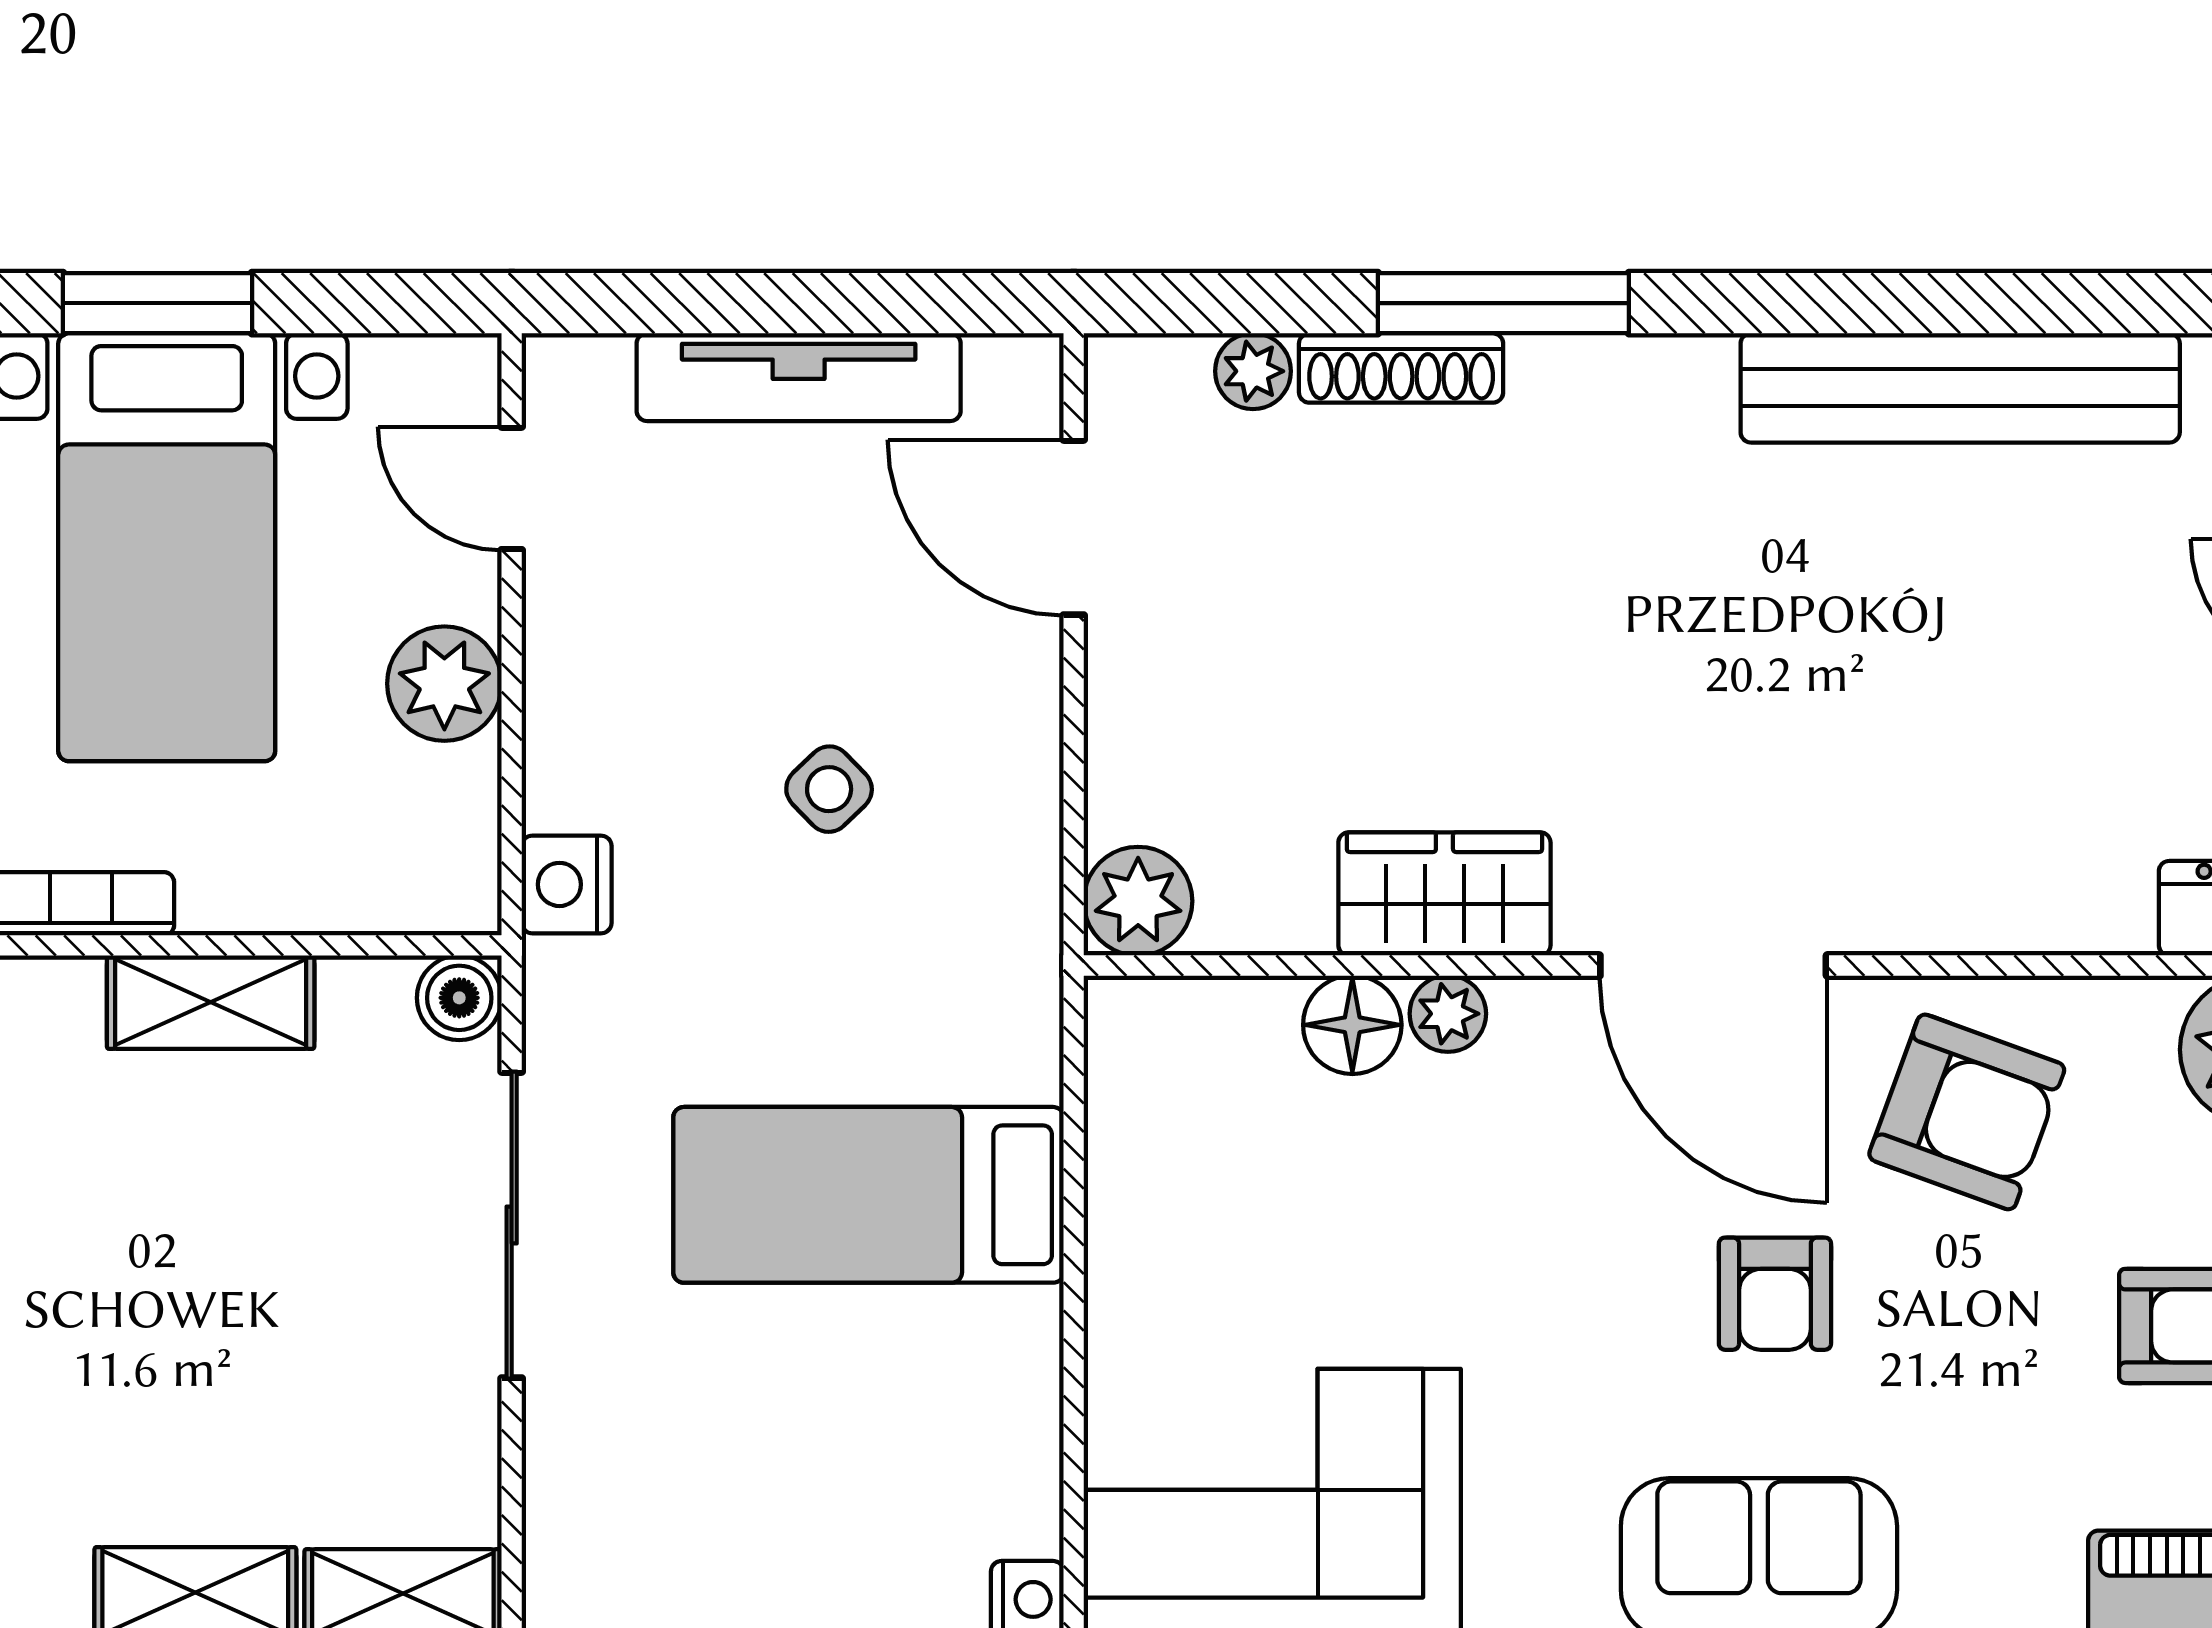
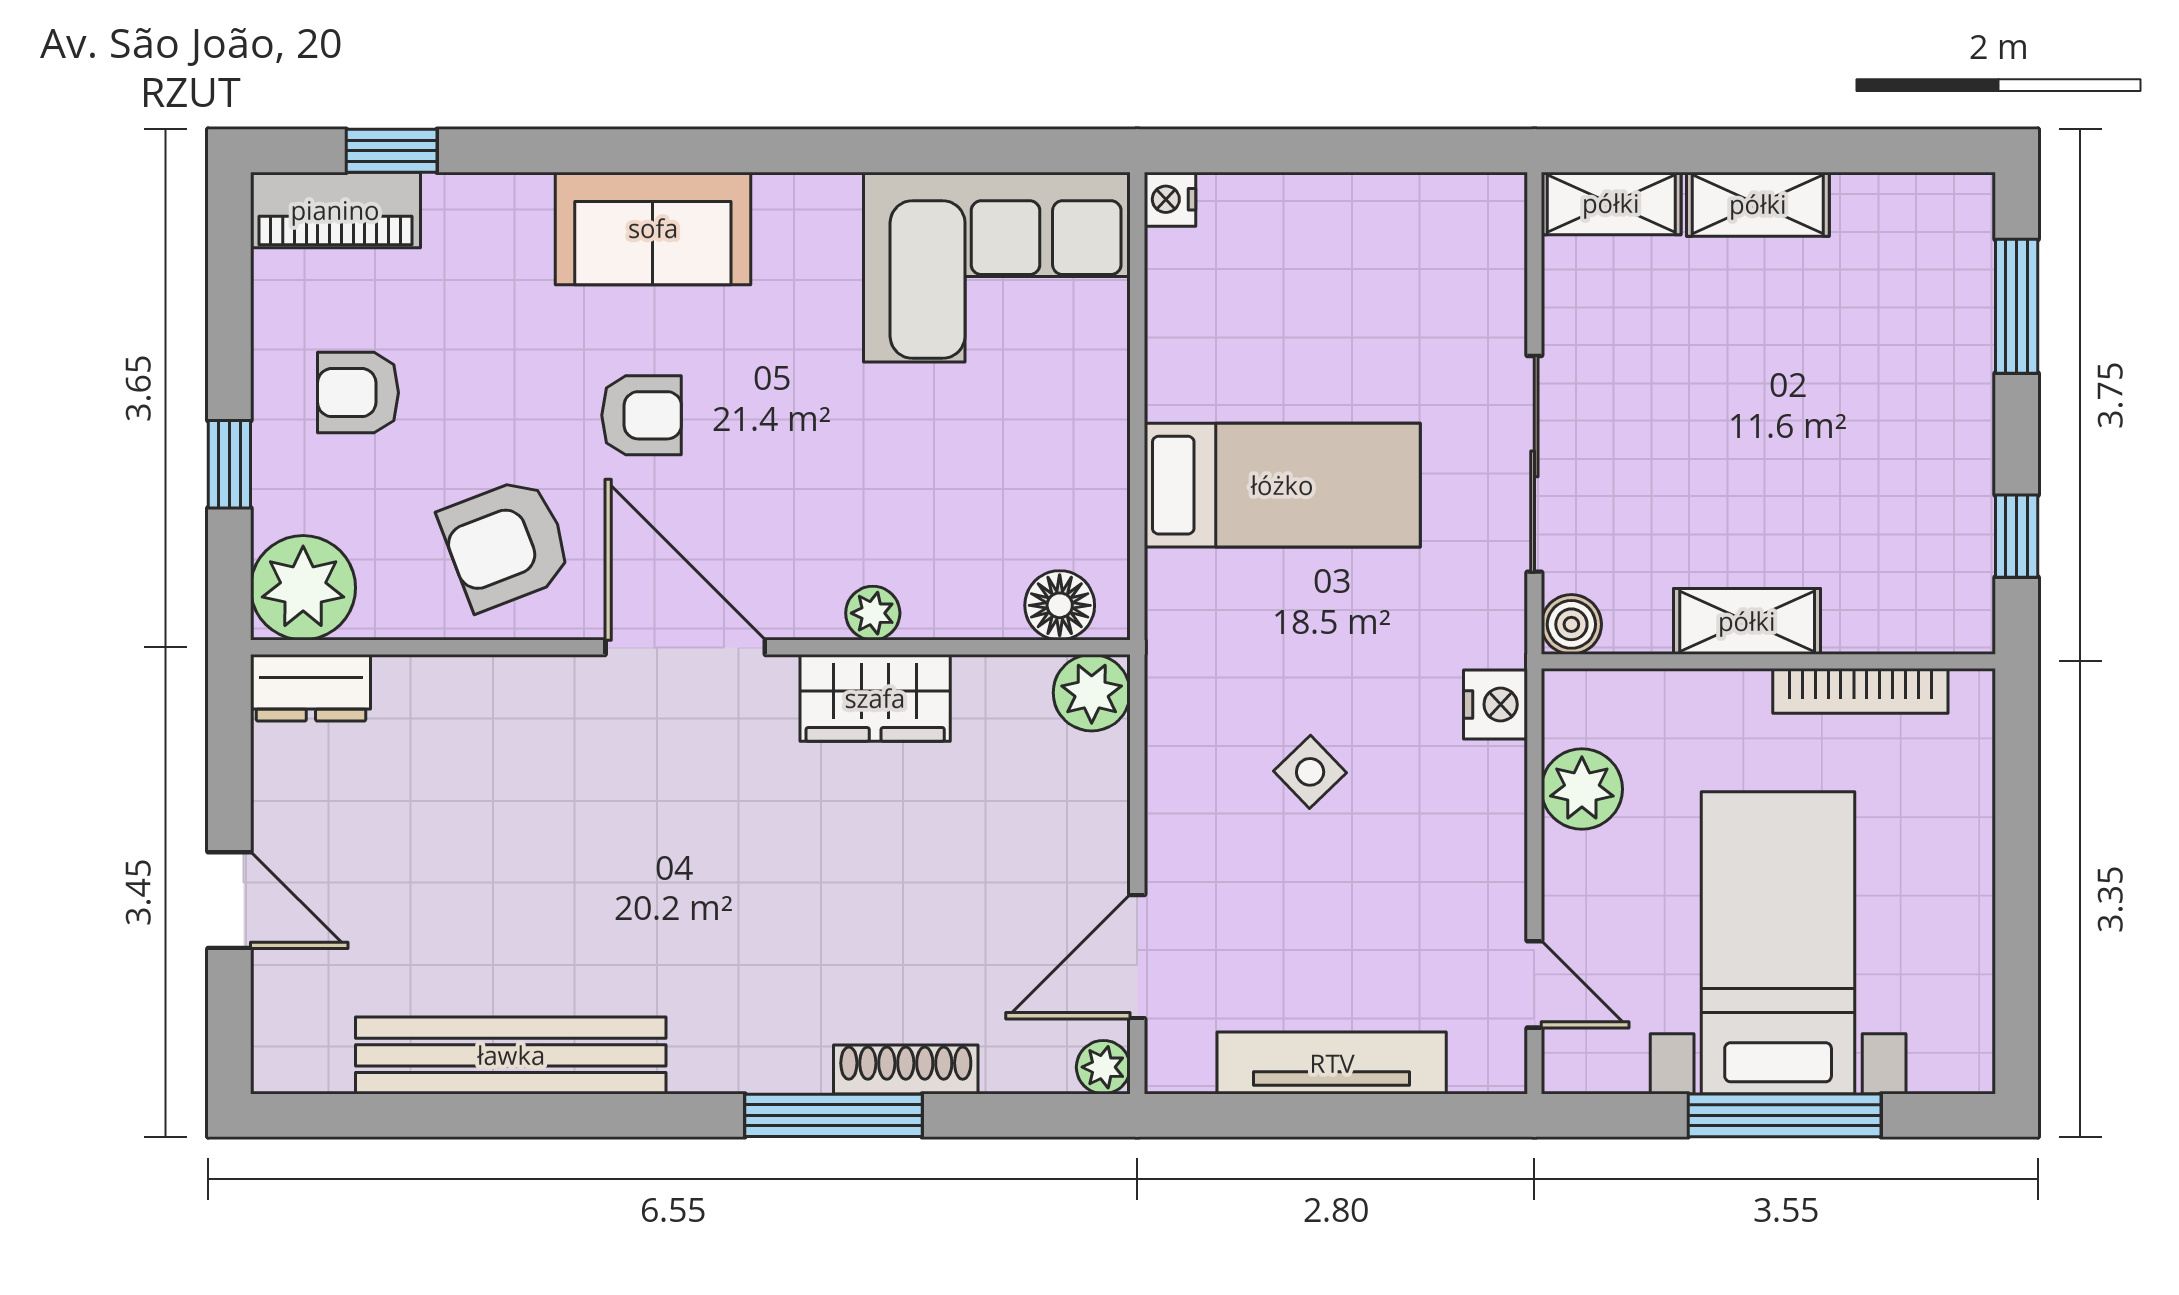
window: (158, 303) -> (1785, 1115), width x1.44
plant: (1253, 371) -> (1103, 1067), moved
door: (1074, 528) -> (1137, 957), swing flipped
plant: (444, 684) -> (1582, 789), moved
floor lamp: (1352, 1025) -> (1060, 605), moved
armchair: (1967, 1112) -> (506, 544), turned -41
armchair: (1775, 1294) -> (642, 415), turned 90

